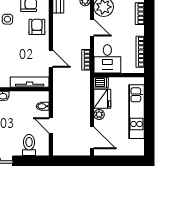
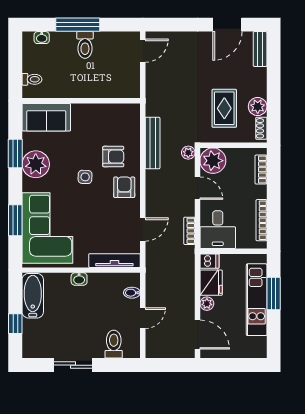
door: (51, 59) -> (143, 229), hinge flipped
window: (149, 107) -> (274, 294), added
door: (51, 125) -> (143, 318), swing flipped

